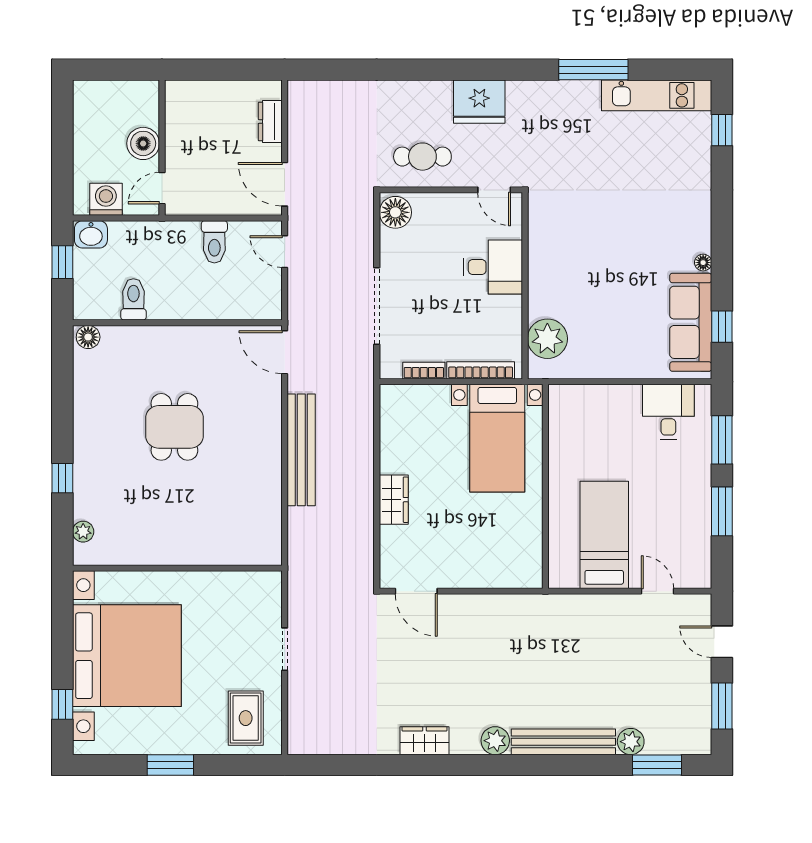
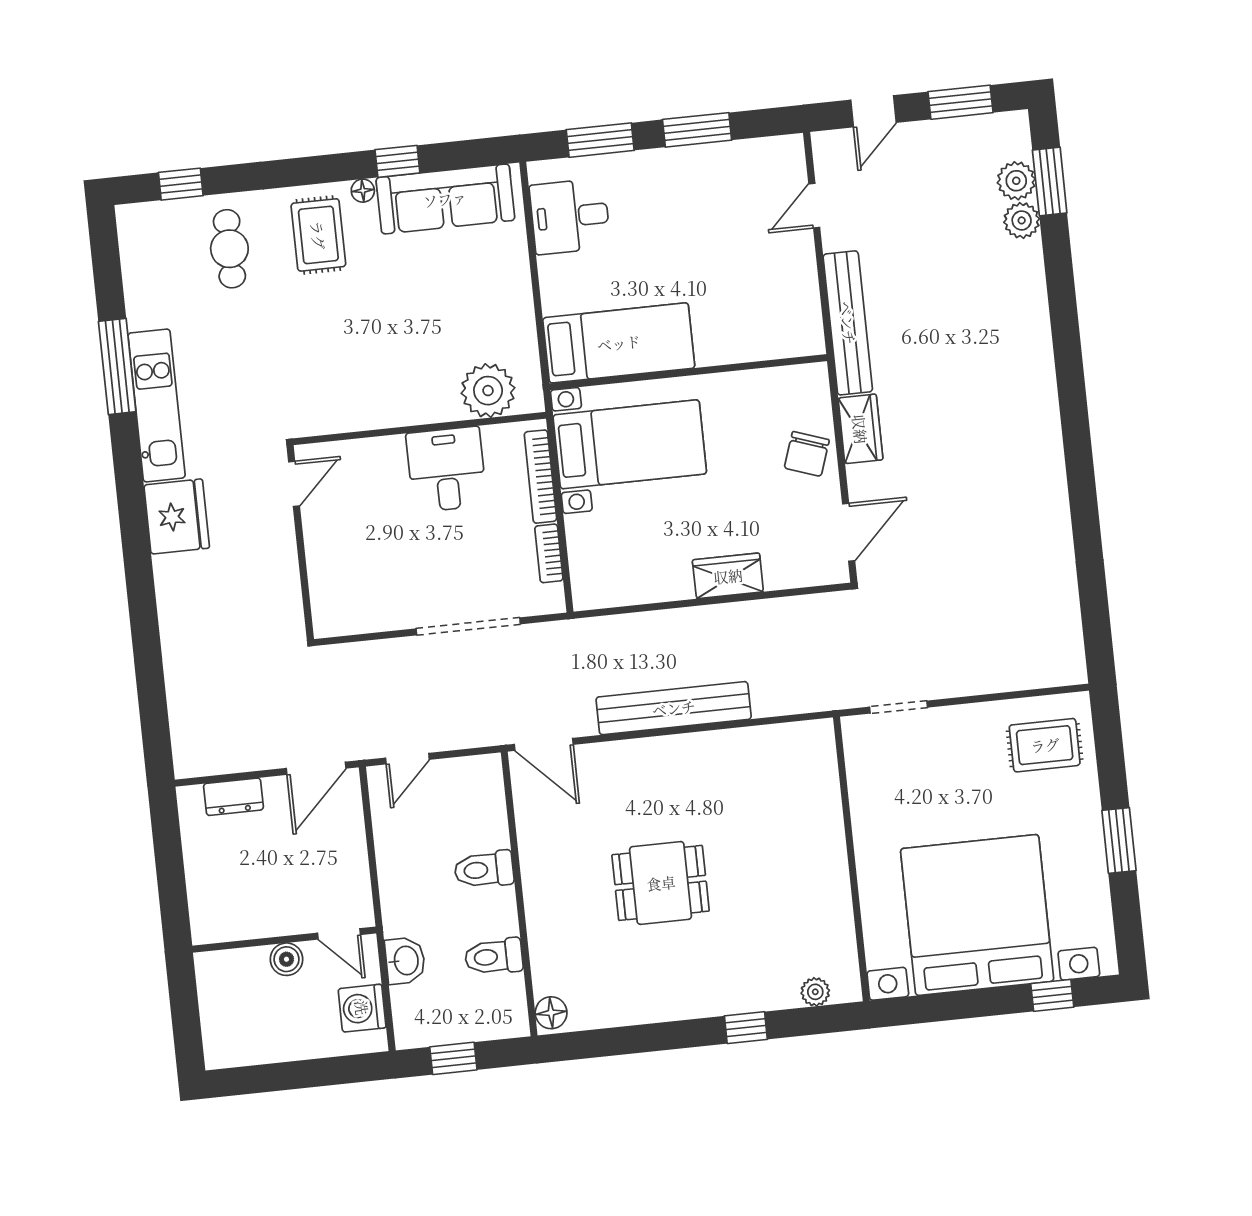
kitchen unit: (657, 95) -> (157, 405), moved
boiler: (143, 143) -> (286, 959), width x0.73, depth x0.73
cafe table: (422, 157) -> (229, 249), moved
floor lamp: (395, 212) -> (339, 614), removed
rug: (674, 227) -> (318, 235), added
washbasin: (91, 234) -> (405, 961), moved
toilet: (214, 242) -> (484, 870), moved, turned 180
desk: (493, 267) -> (446, 469), moved
window: (722, 327) -> (397, 161), moved
door: (285, 352) -> (544, 744), hinge flipped
bed: (604, 535) -> (619, 343), moved, turned 180
chair: (477, 567) -> (807, 454), added
doorway: (285, 649) -> (898, 707), moved
wardrobe: (425, 741) -> (860, 429), moved, turned 180
plant: (495, 741) -> (1016, 181), moved
bench: (563, 742) -> (848, 323), moved

